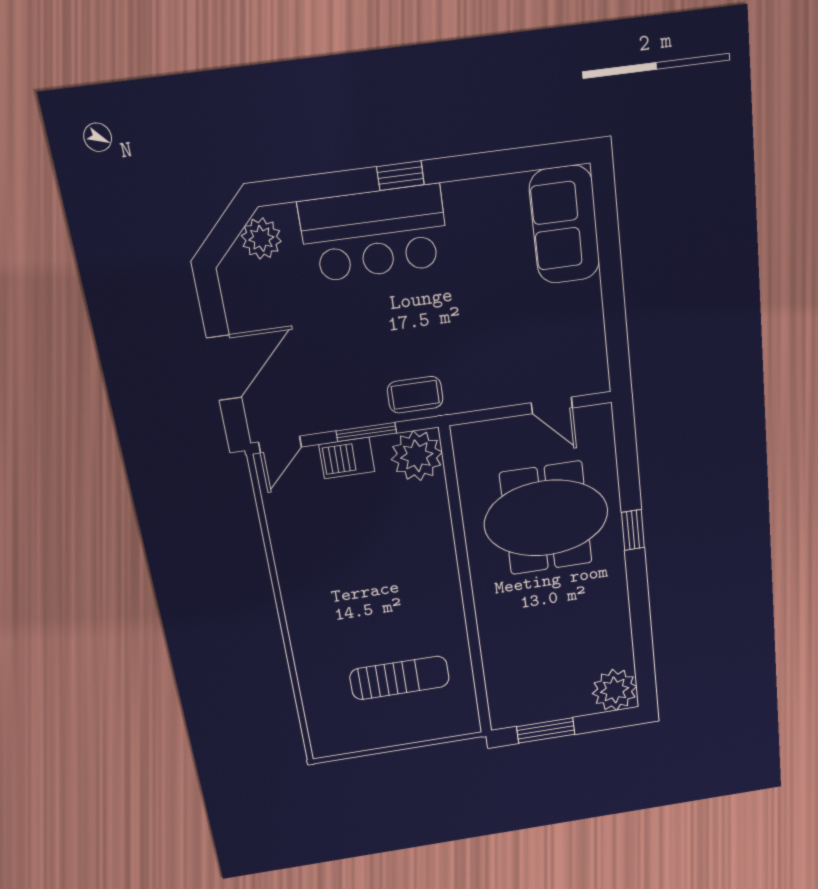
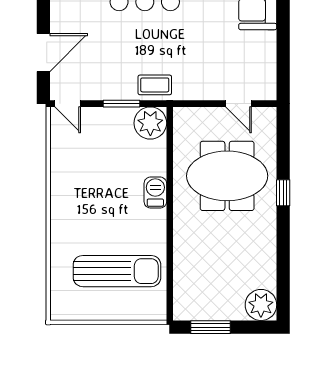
door: (280, 444) -> (68, 104), hinge flipped
barbecue: (347, 458) -> (155, 193), moved, turned 90
sun lounger: (400, 678) -> (117, 271), width x1.36, depth x1.34

